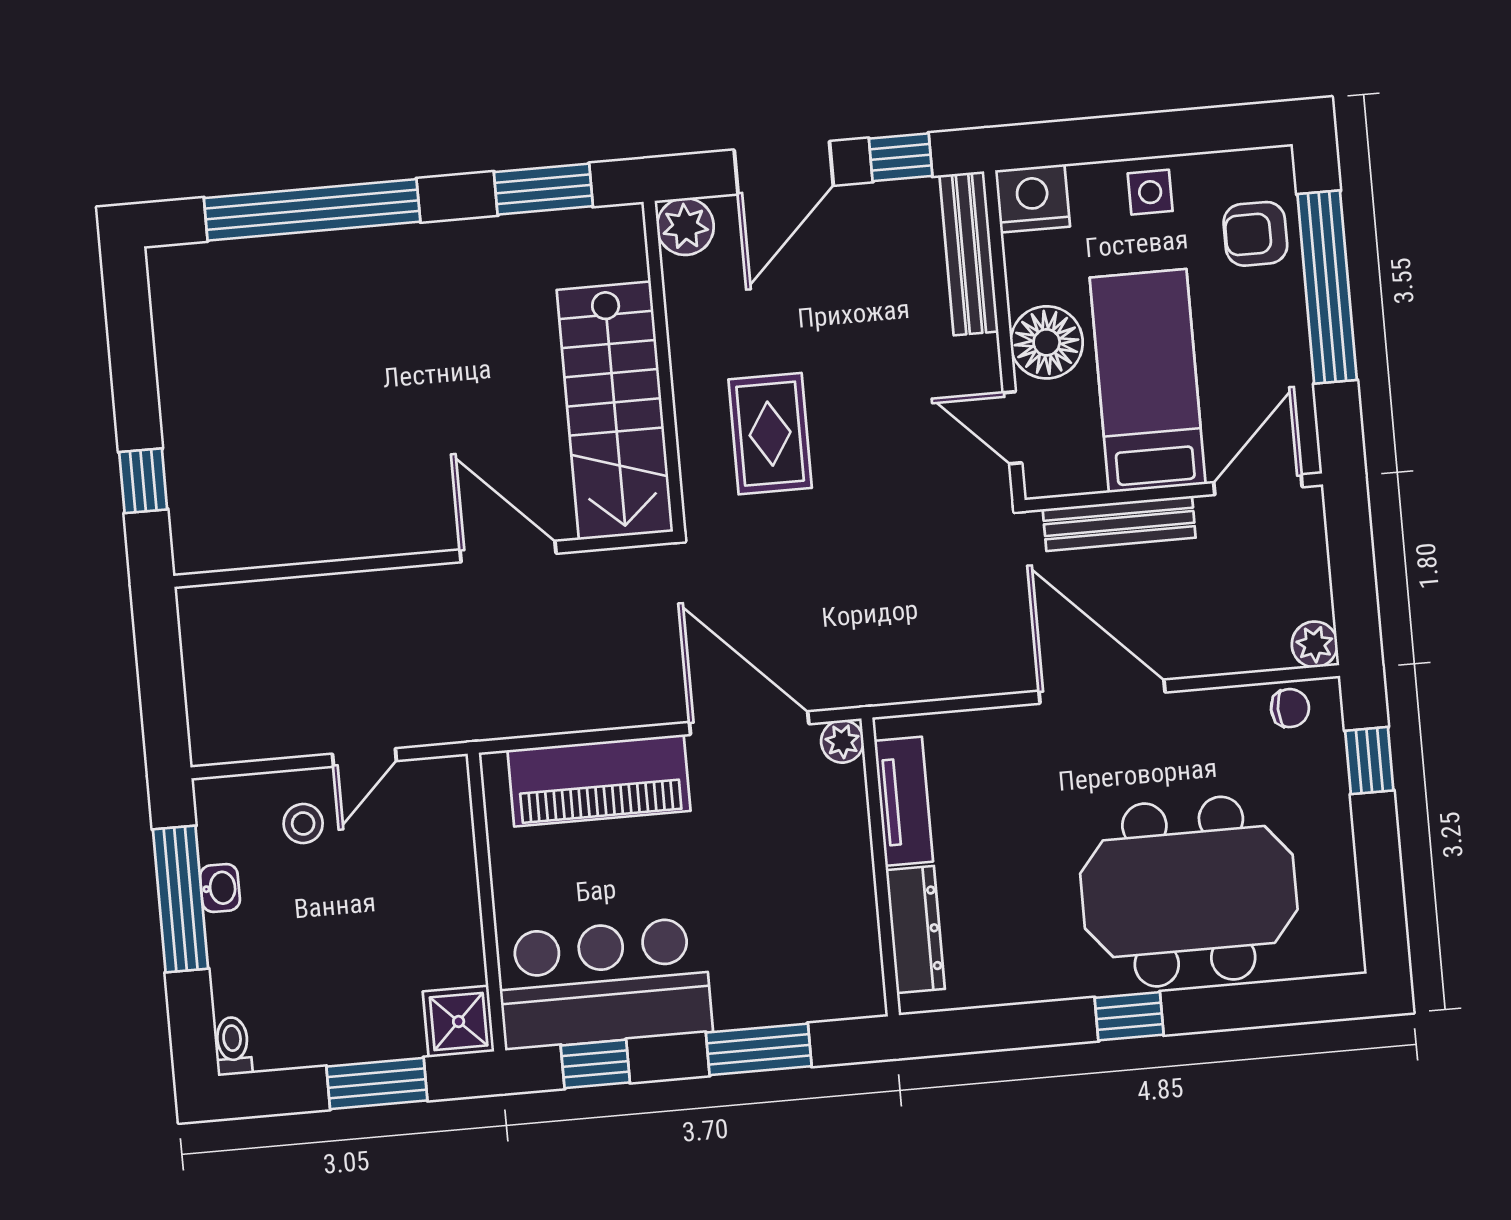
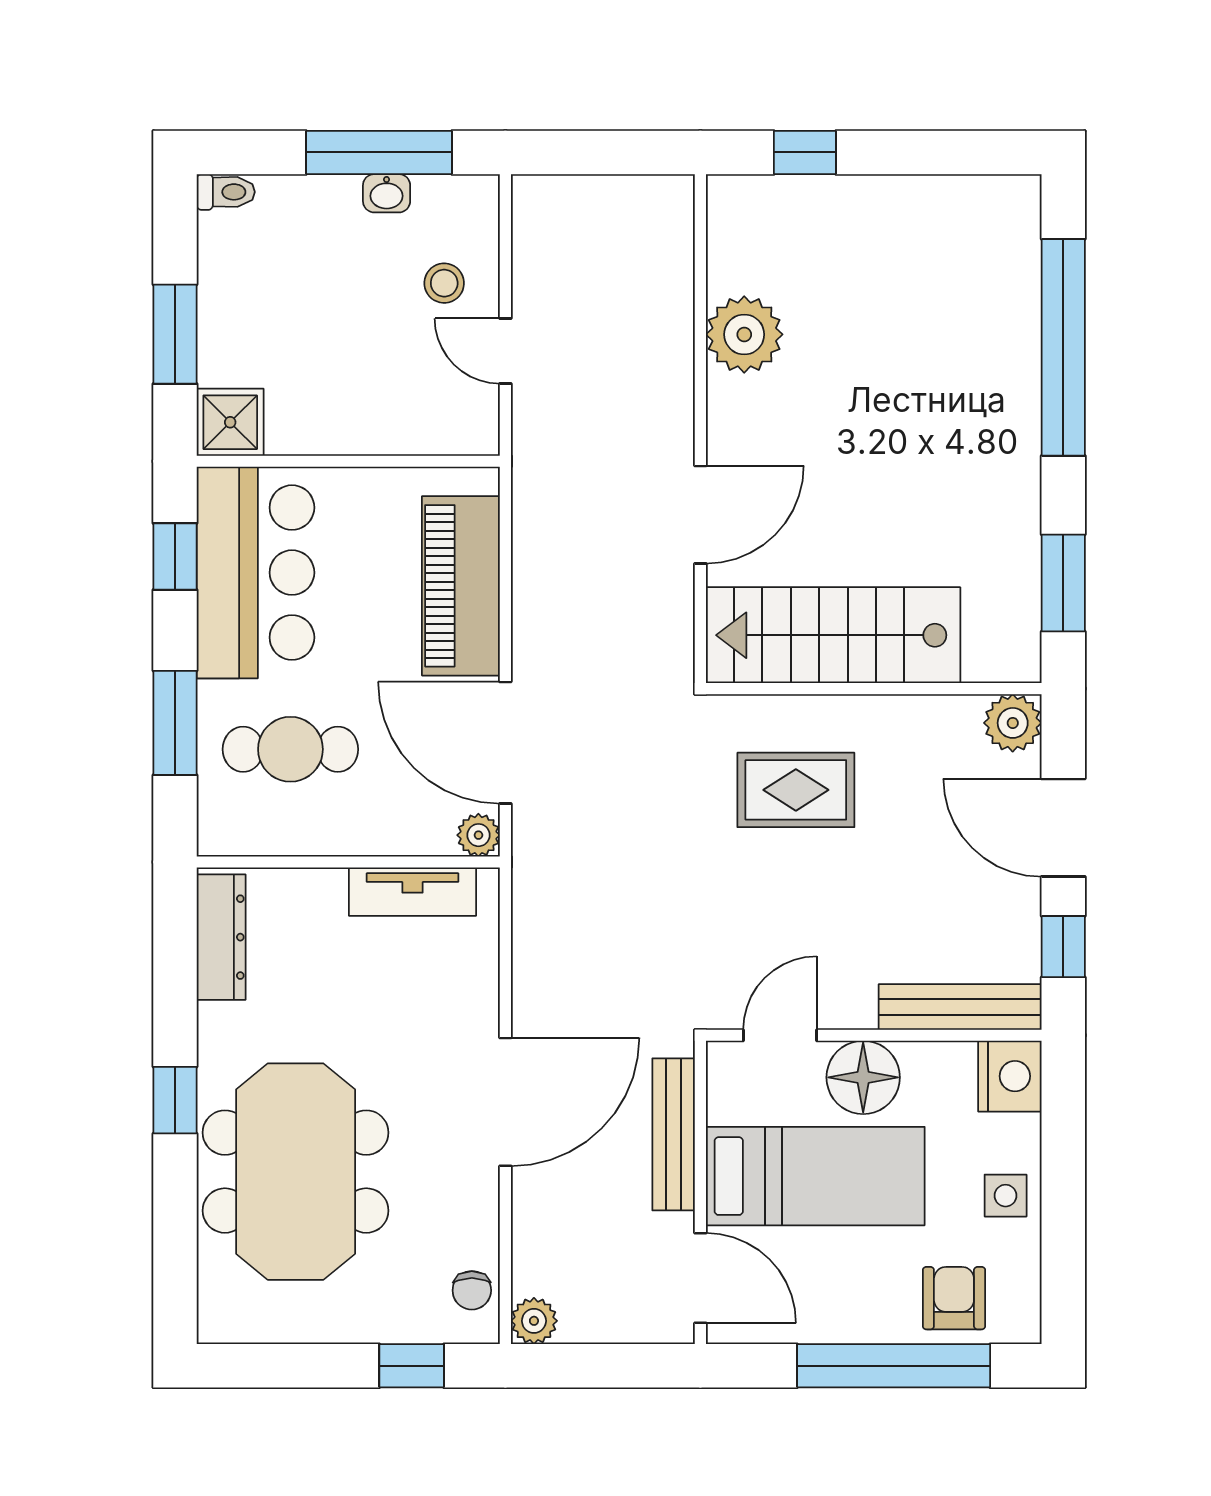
plant: (327, 524) -> (744, 334), added
door: (749, 723) -> (505, 743), swing flipped
dresser: (915, 930) -> (221, 937), moved, turned -90
cafe table: (774, 934) -> (290, 749), added

